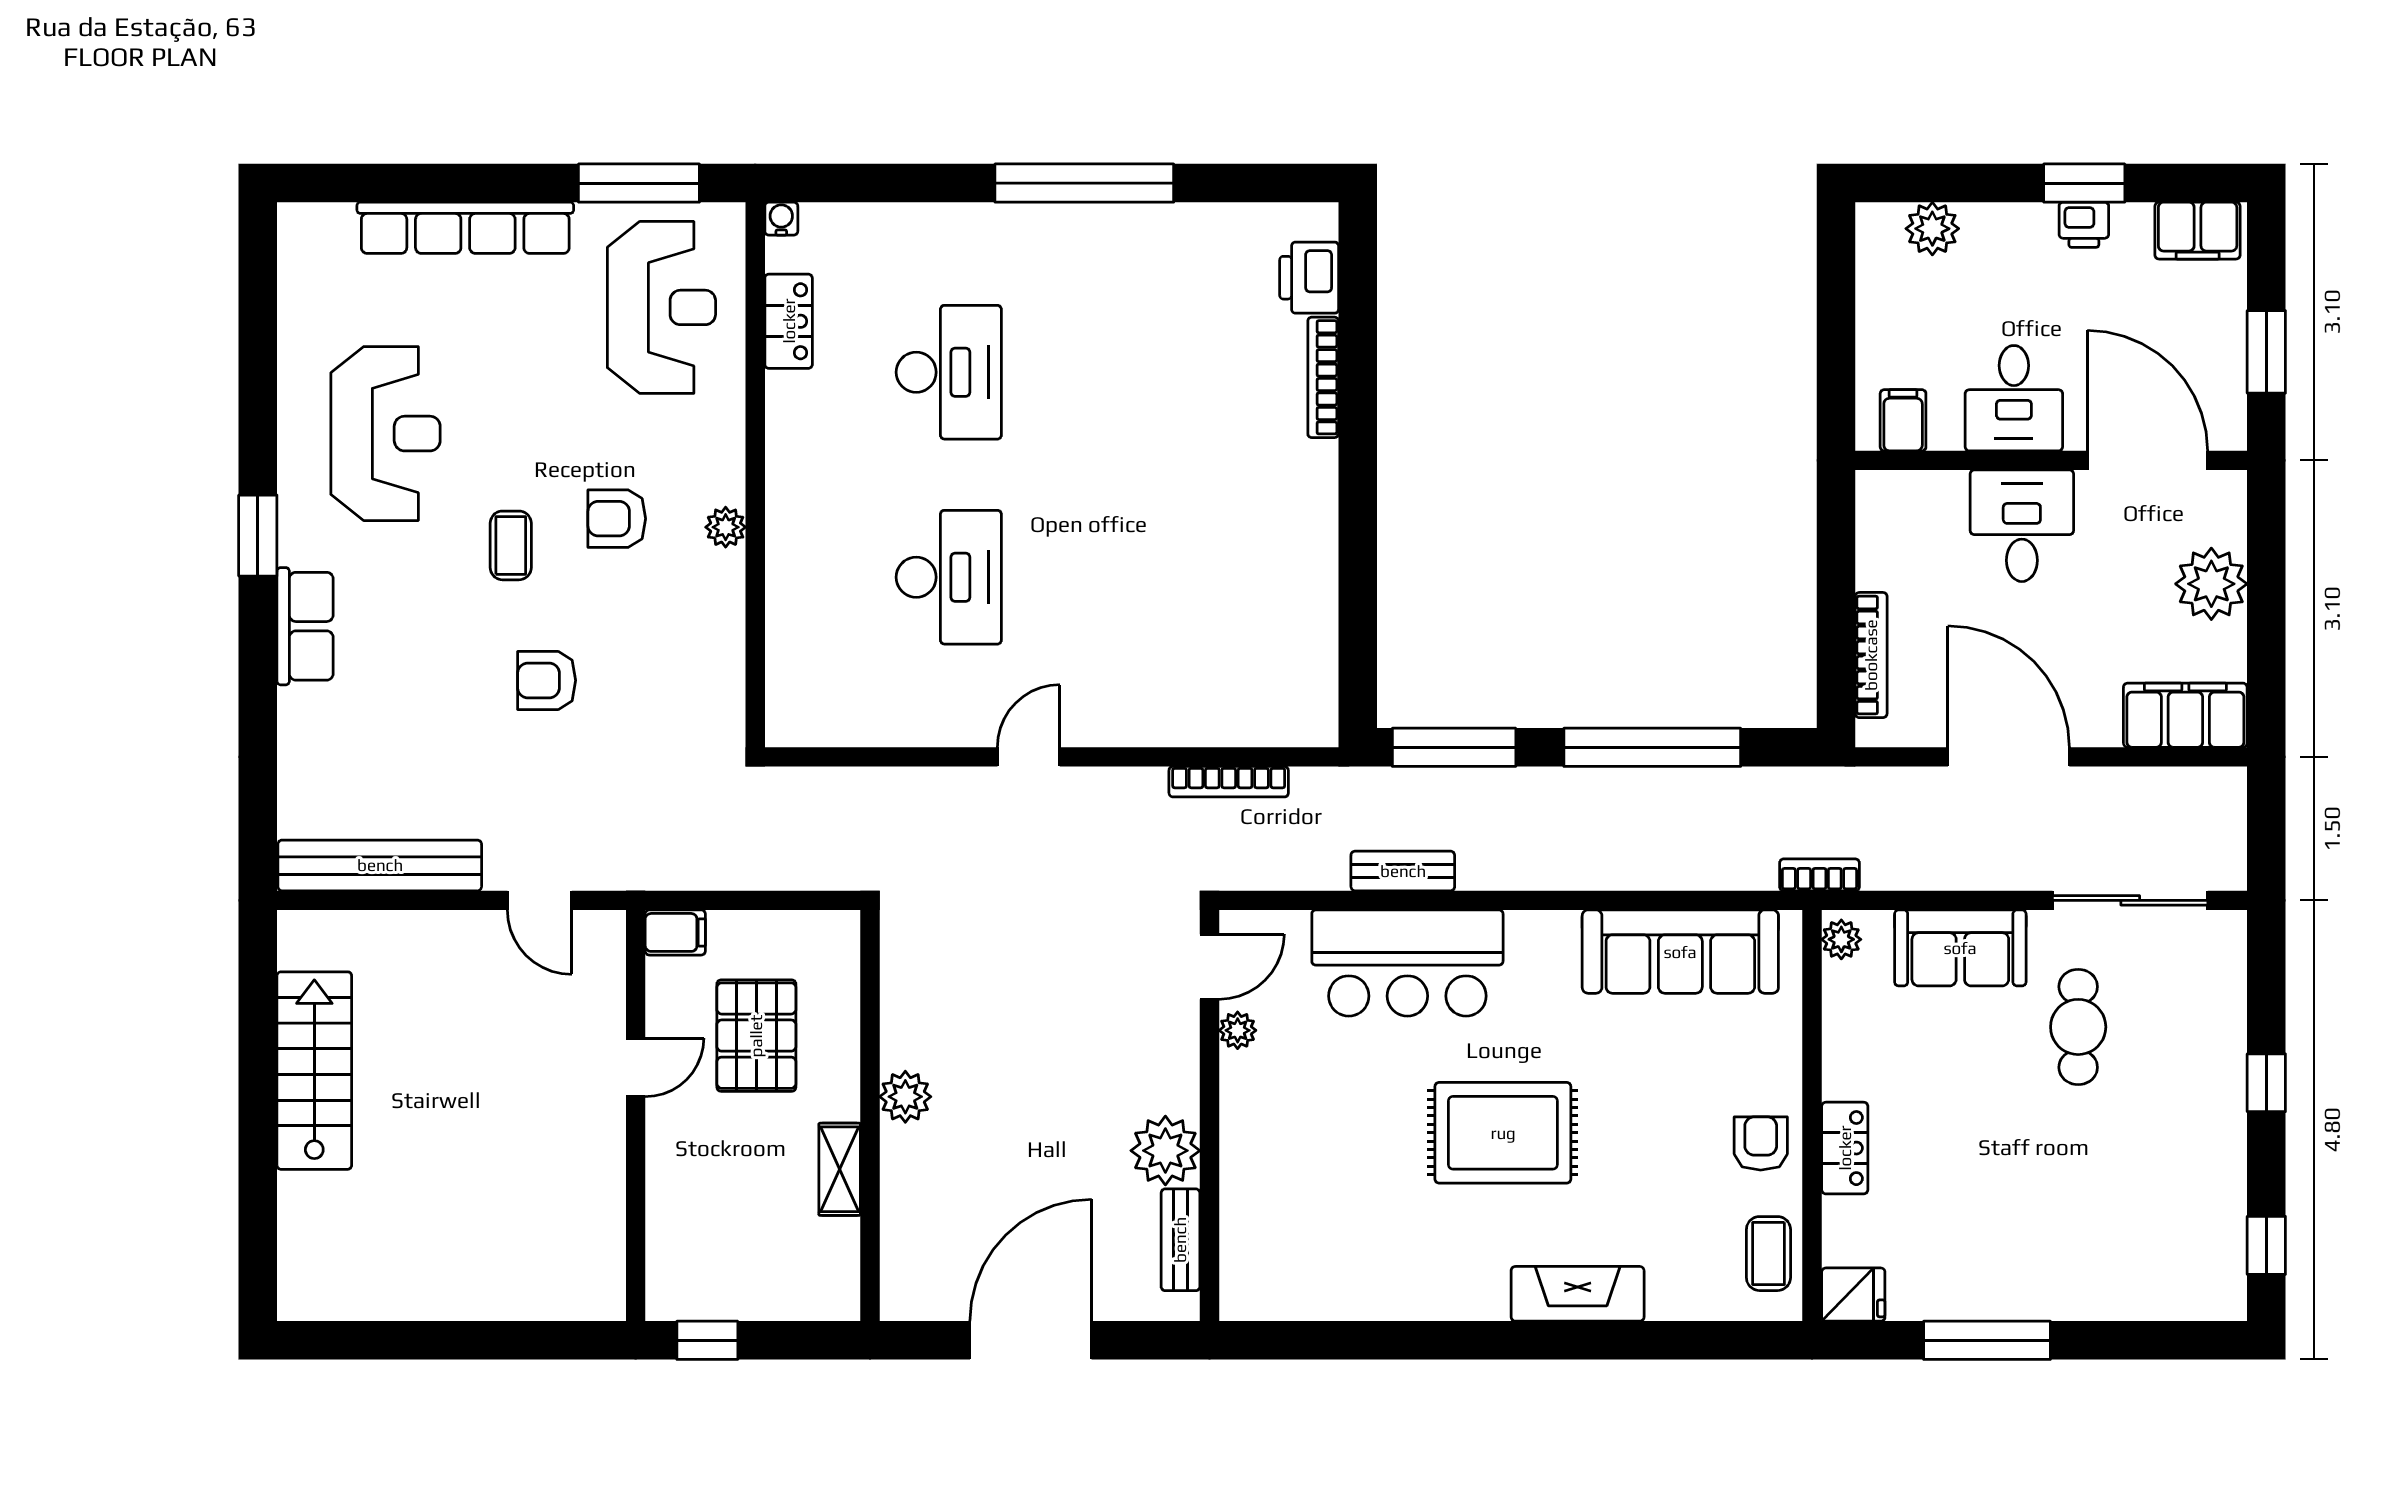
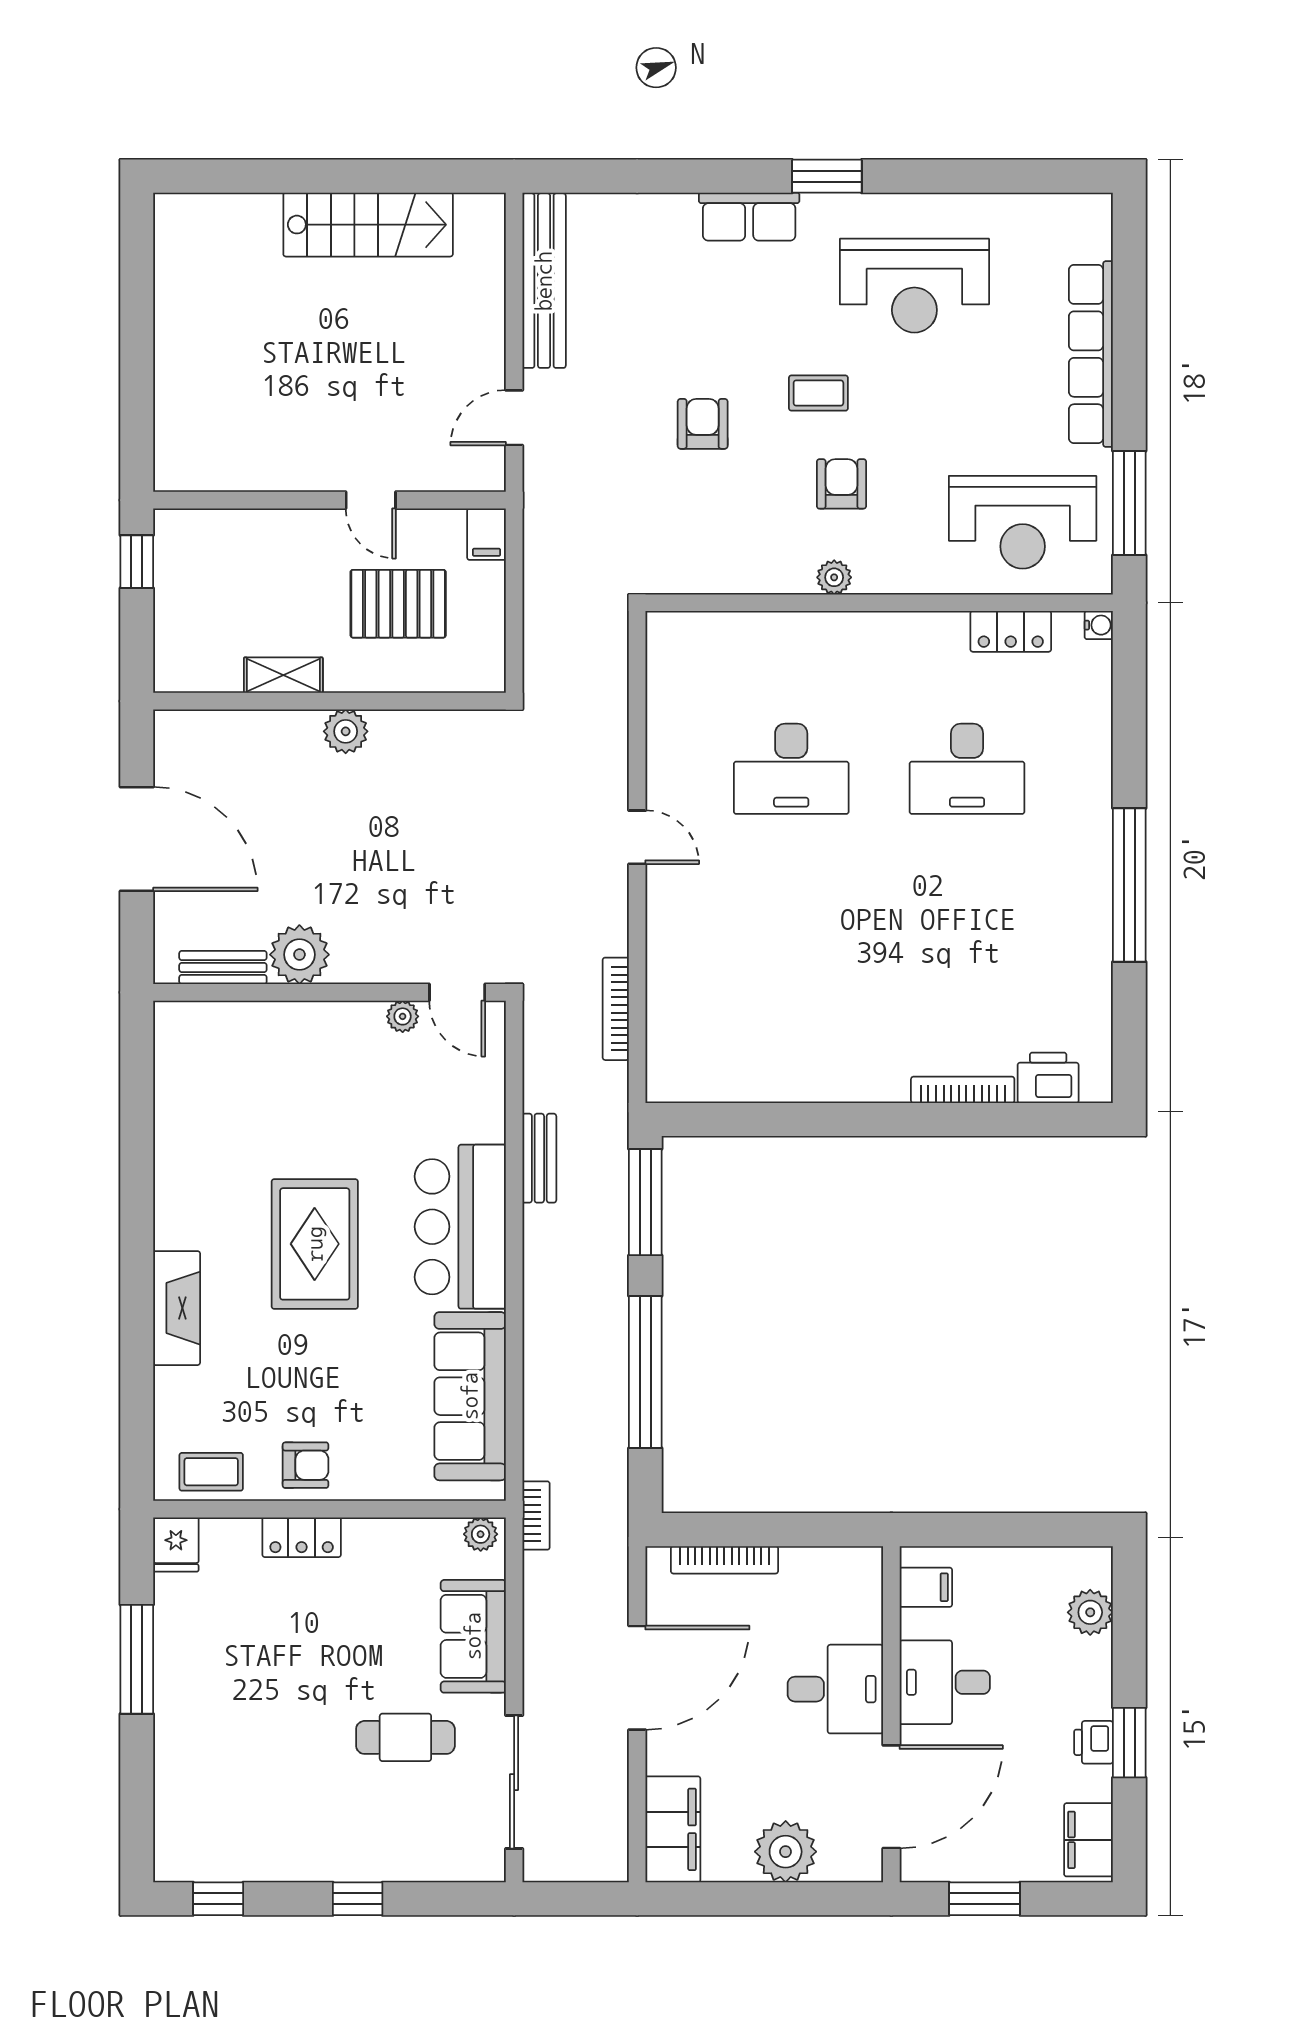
bar counter: (1407, 963) -> (460, 1227), moved

